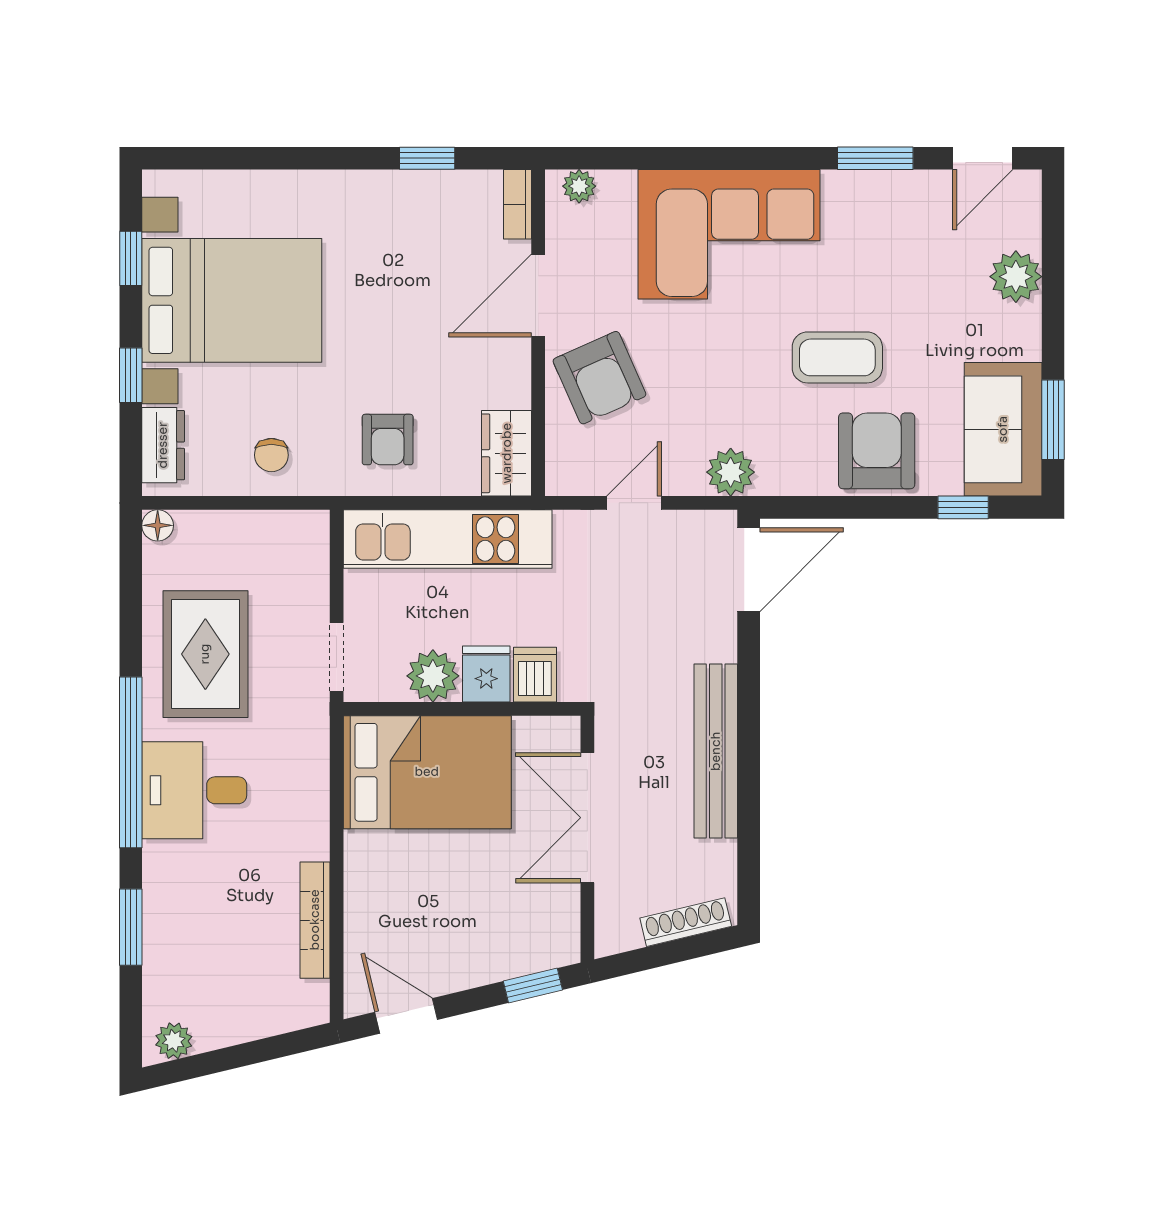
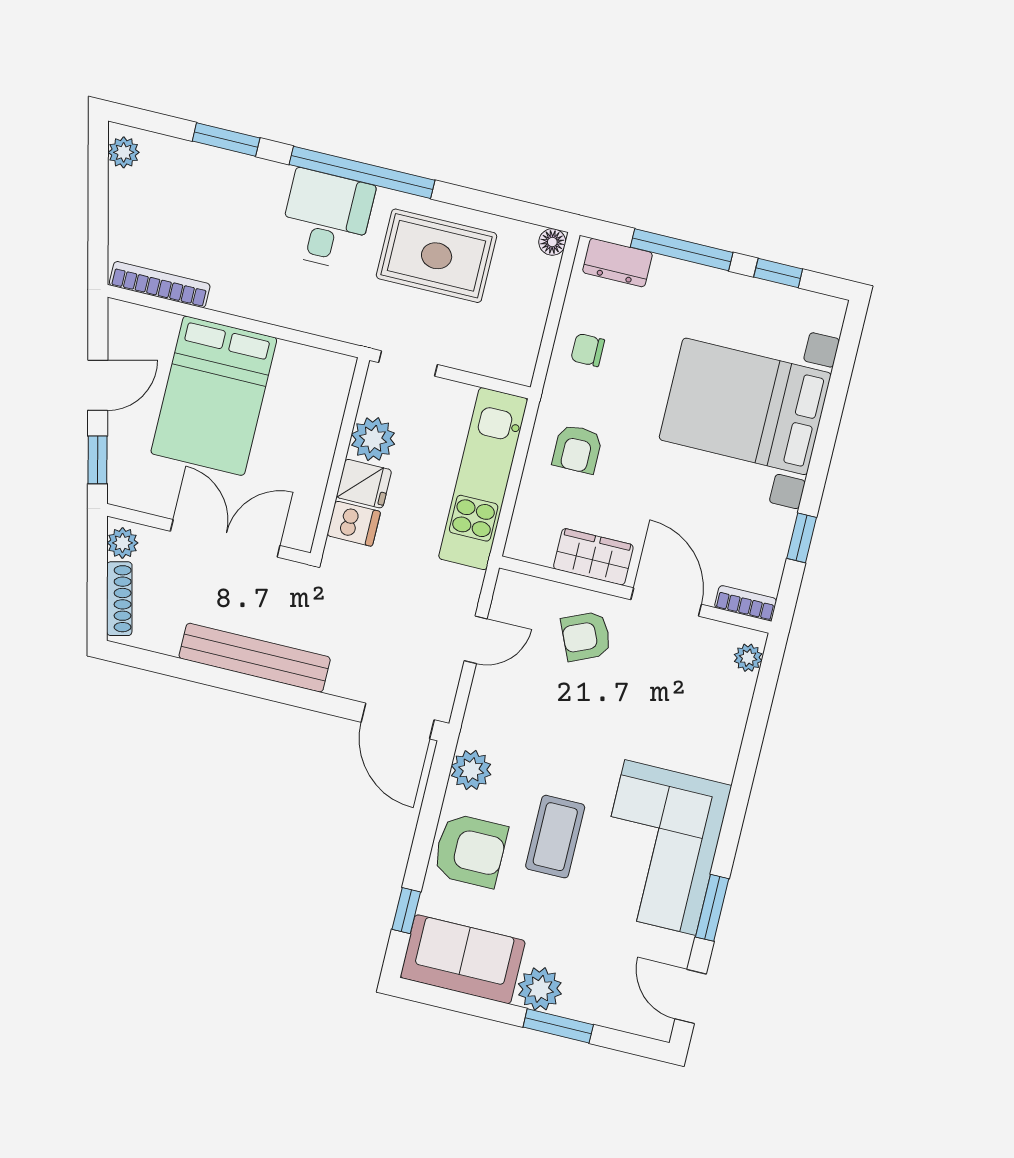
corner sofa: (729, 234) -> (660, 848), moved
plant: (1016, 277) -> (540, 989), moved
bed with nightstands: (232, 300) -> (745, 406), moved, turned 90
window: (131, 375) -> (682, 250), width x2.17
armchair: (599, 378) -> (586, 636), width x0.72, depth x0.72
window: (1053, 420) -> (558, 1026), moved
armchair: (388, 440) -> (577, 449), turned -90
wardrobe: (507, 453) -> (593, 557), moved
plant: (731, 472) -> (471, 770), moved
door: (634, 503) -> (476, 640), hinge flipped
bed: (427, 772) -> (214, 396), moved
bookcase: (315, 920) -> (160, 285), moved
plant: (621, 934) -> (122, 543), added
door: (406, 1016) -> (98, 385), moved

